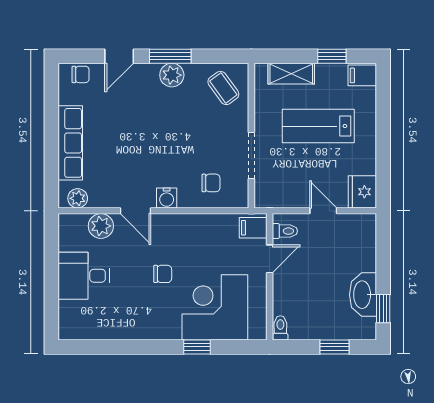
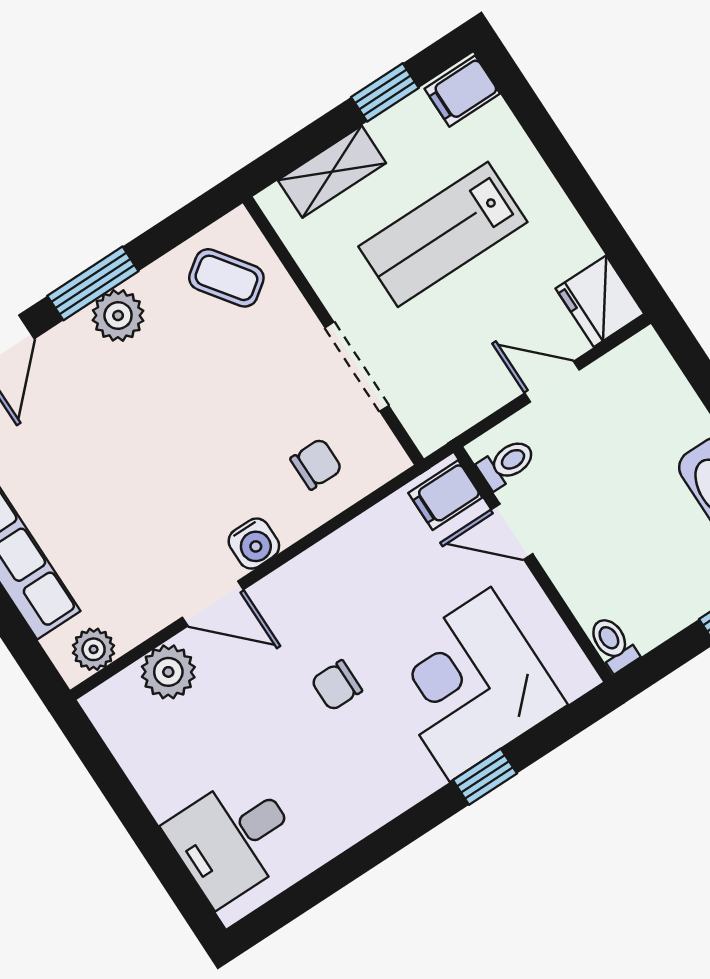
door: (270, 259) -> (512, 532), swing flipped
chair: (163, 274) -> (337, 685), turned 180
desk: (84, 276) -> (233, 839), moved

